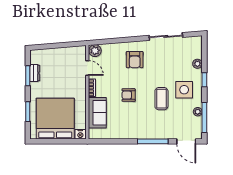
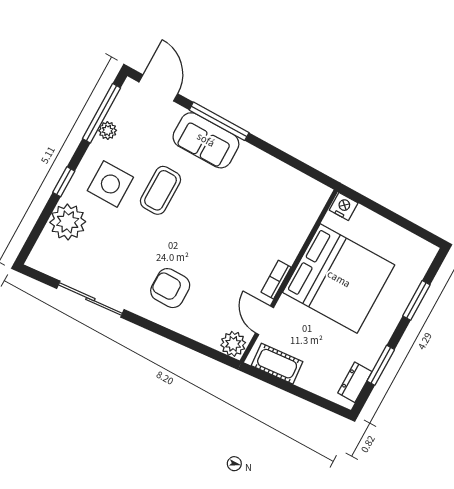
cot: (72, 52) -> (277, 364), added
armchair: (135, 60) -> (170, 288), turned -90
plant: (197, 64) -> (68, 222), width x1.87, depth x1.87
dresser: (35, 73) -> (355, 382), moved
armchair: (129, 95) -> (217, 230), removed
sofa: (97, 113) -> (206, 140), moved, turned -90
bed: (55, 119) -> (339, 279), moved, turned -90

